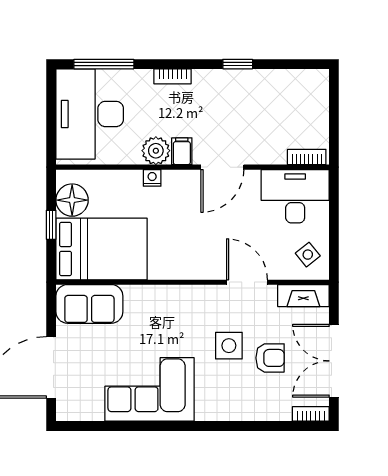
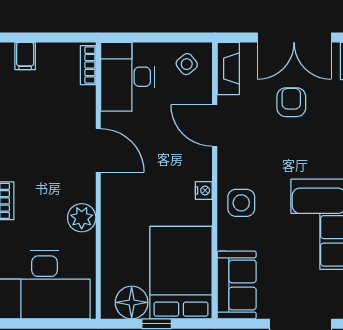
filing cabinet: (182, 151) -> (25, 56), moved, turned -90
nightstand: (152, 178) -> (204, 190), moved, turned 180
door: (247, 282) -> (215, 126), hinge flipped
side table: (229, 346) -> (241, 203), moved

